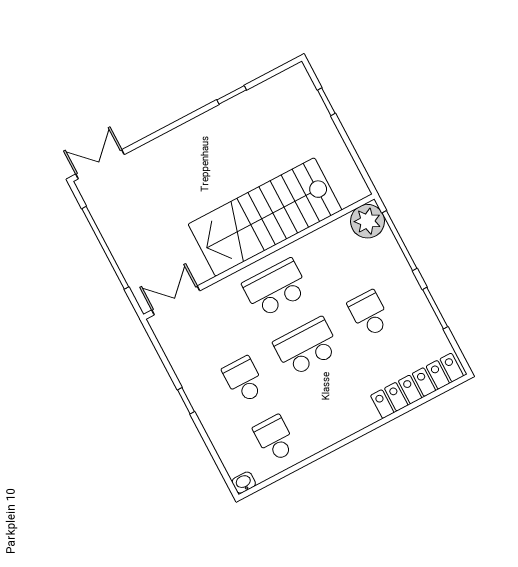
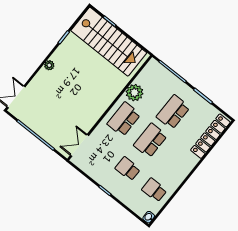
plant: (184, 134) -> (49, 65), added
stairs: (265, 217) -> (109, 42), moved, turned -90
plant: (368, 221) -> (134, 93), moved
school desk: (369, 314) -> (173, 112), width x1.85

